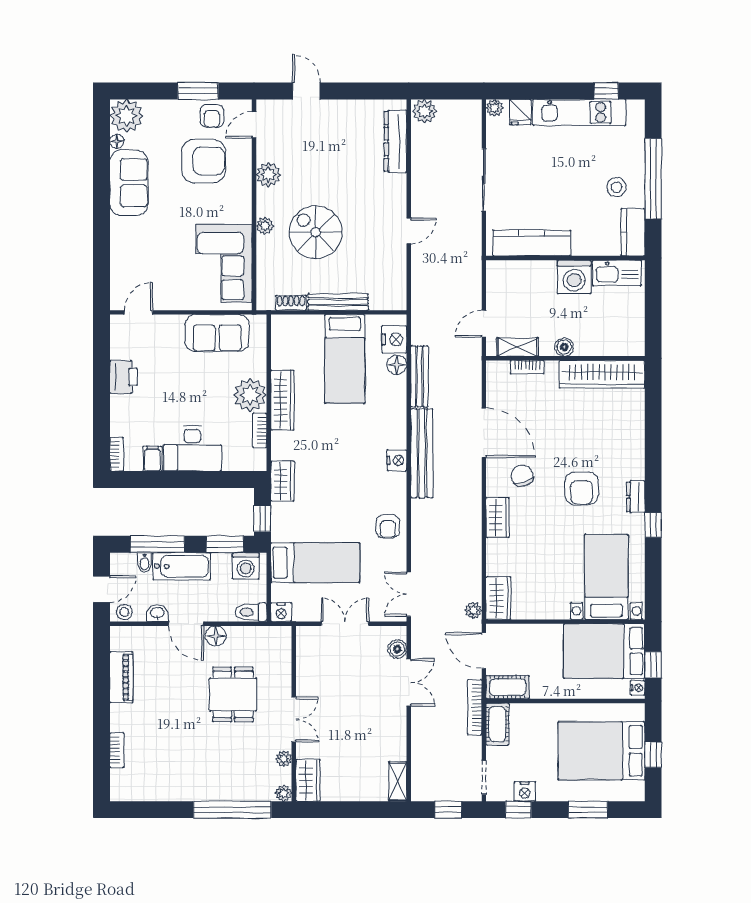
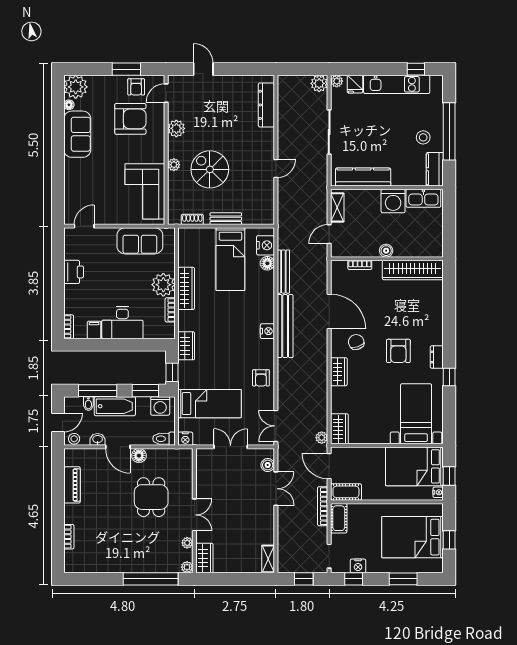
plant: (425, 111) -> (319, 83), moved
bench: (338, 302) -> (226, 219), width x0.73
shelving: (518, 347) -> (337, 207), moved, turned 90

